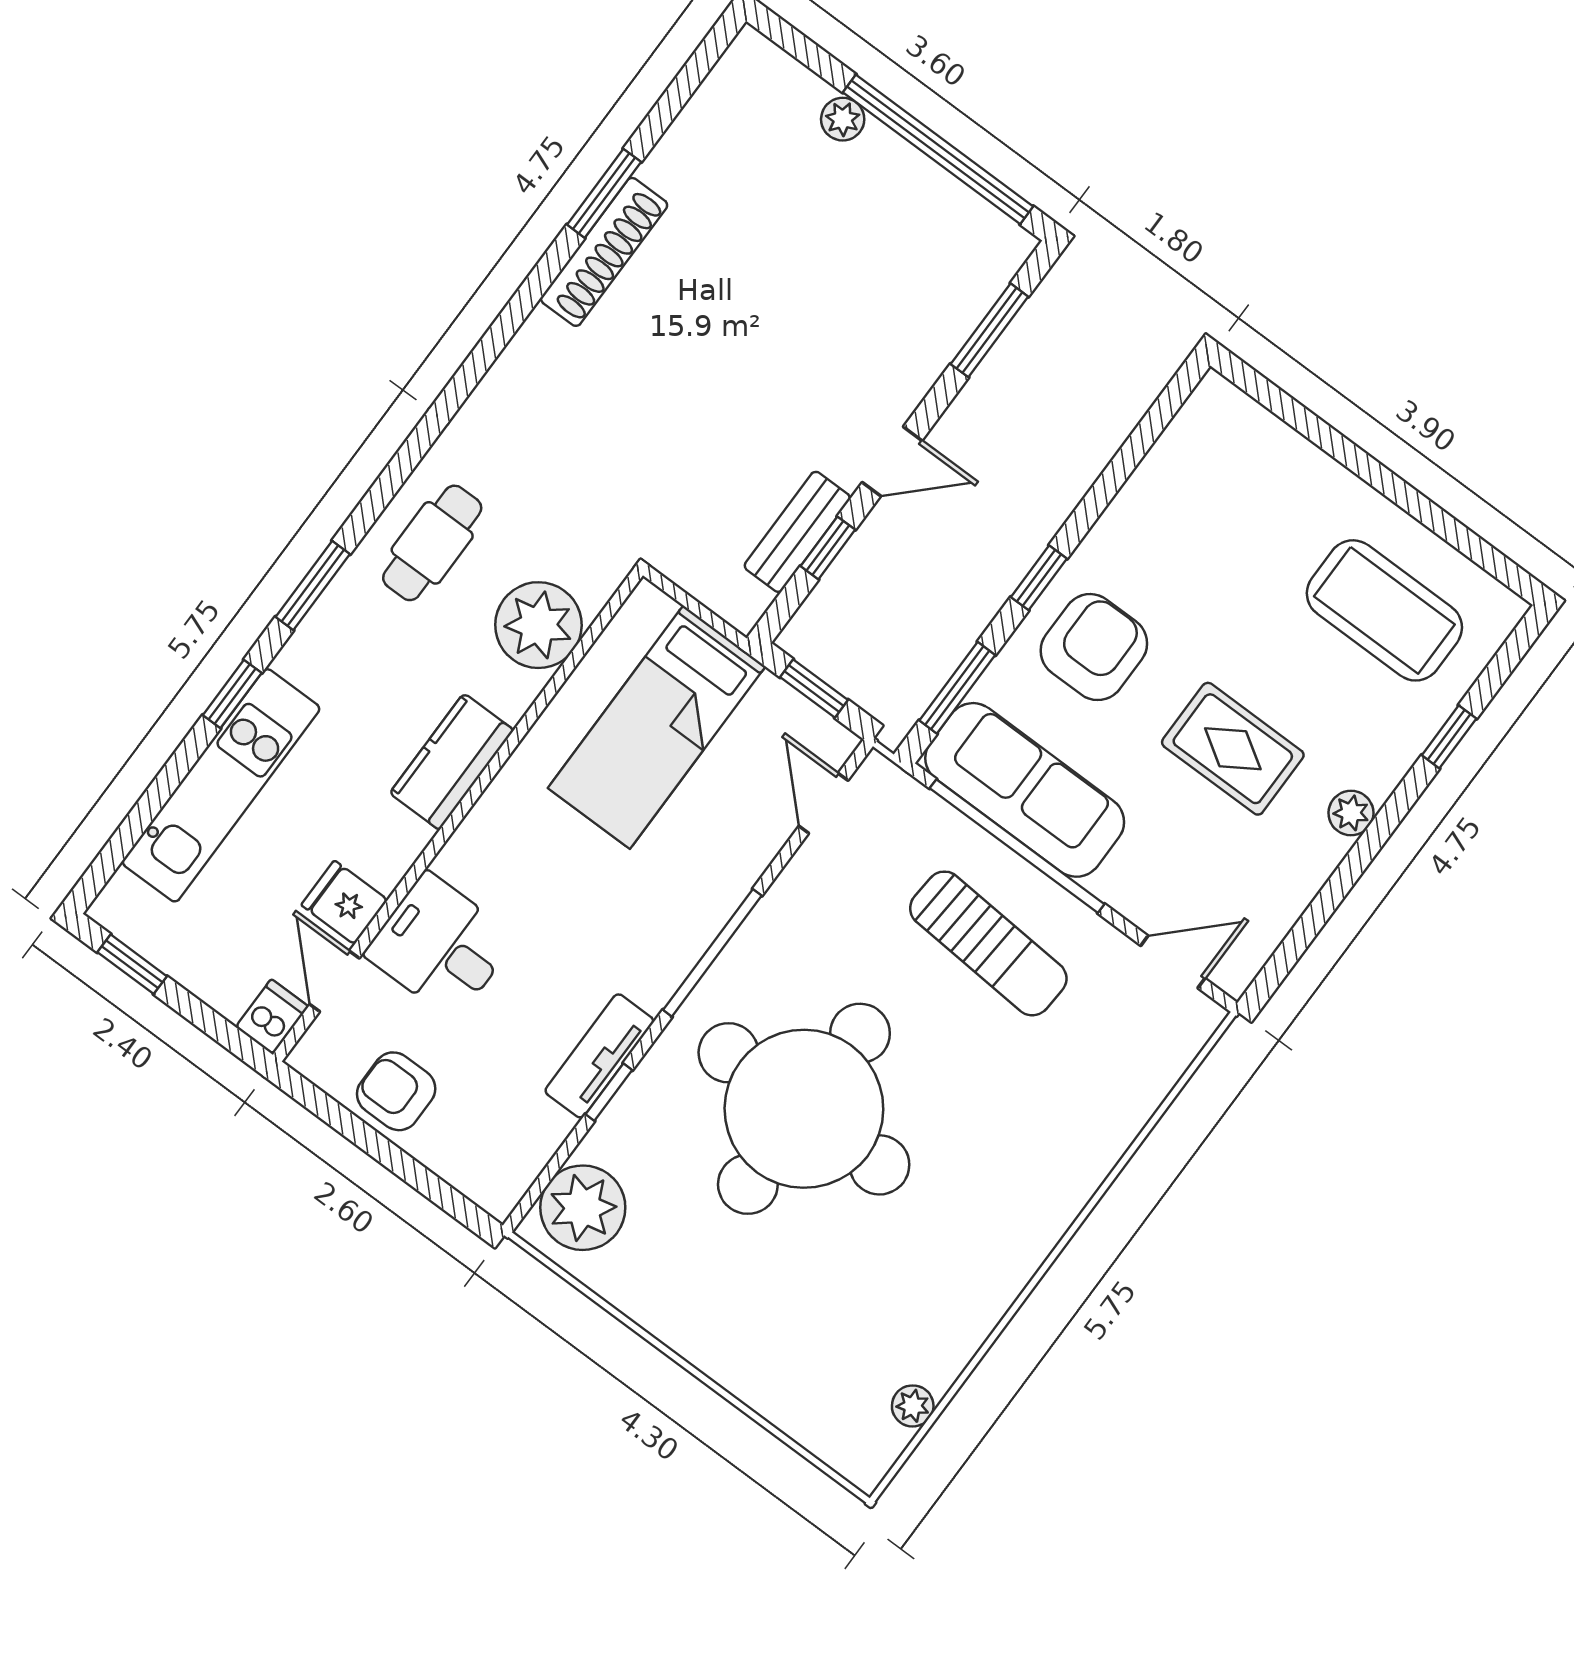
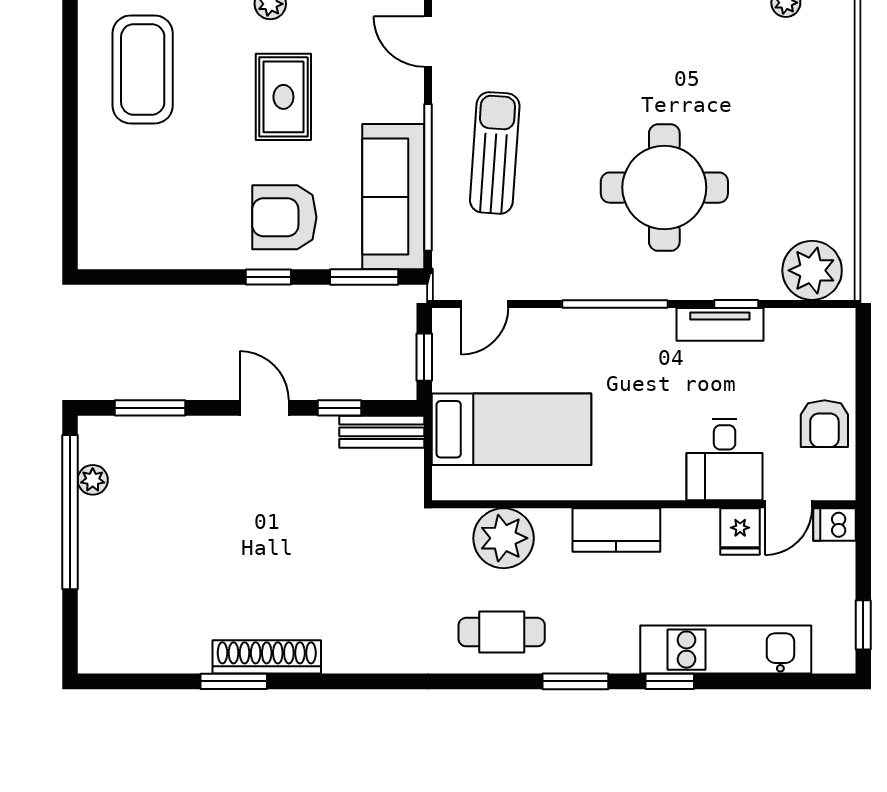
plant: (843, 119) -> (93, 480), moved
bench: (797, 532) -> (382, 432), moved
round table: (804, 1109) -> (664, 188), width x0.73, depth x0.73

